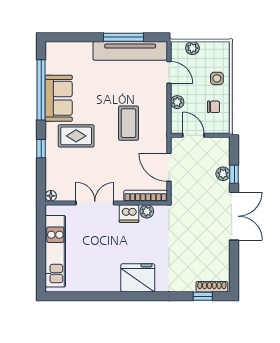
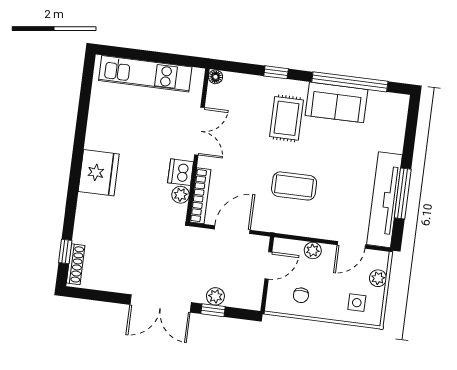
side table: (217, 78) -> (357, 303), moved

